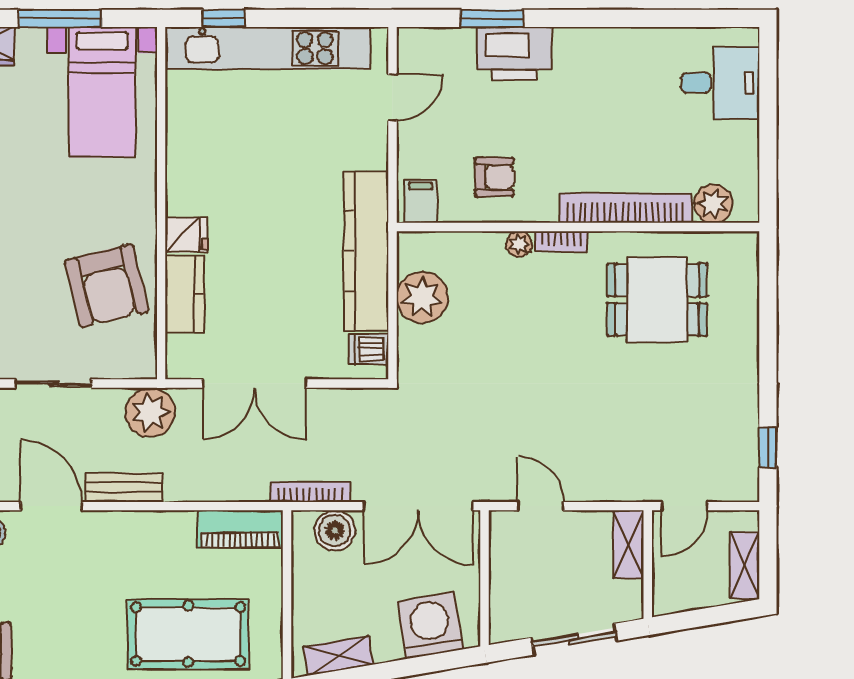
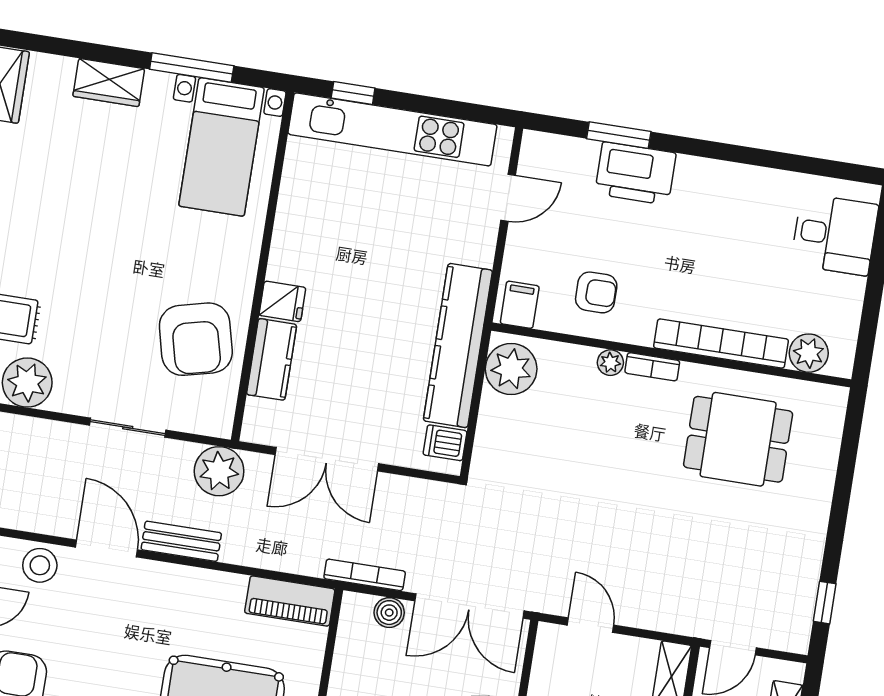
plant: (422, 297) -> (511, 369), moved
boiler: (335, 531) -> (389, 613), width x0.73, depth x0.73

